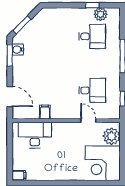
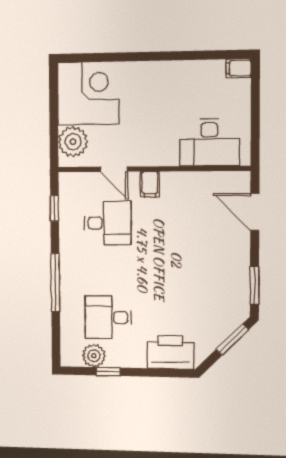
printer: (57, 17) -> (170, 352), added
water cooler: (18, 50) -> (240, 296), removed
desk: (92, 90) -> (108, 223), turned 180
filing cabinet: (45, 112) -> (150, 184), moved

